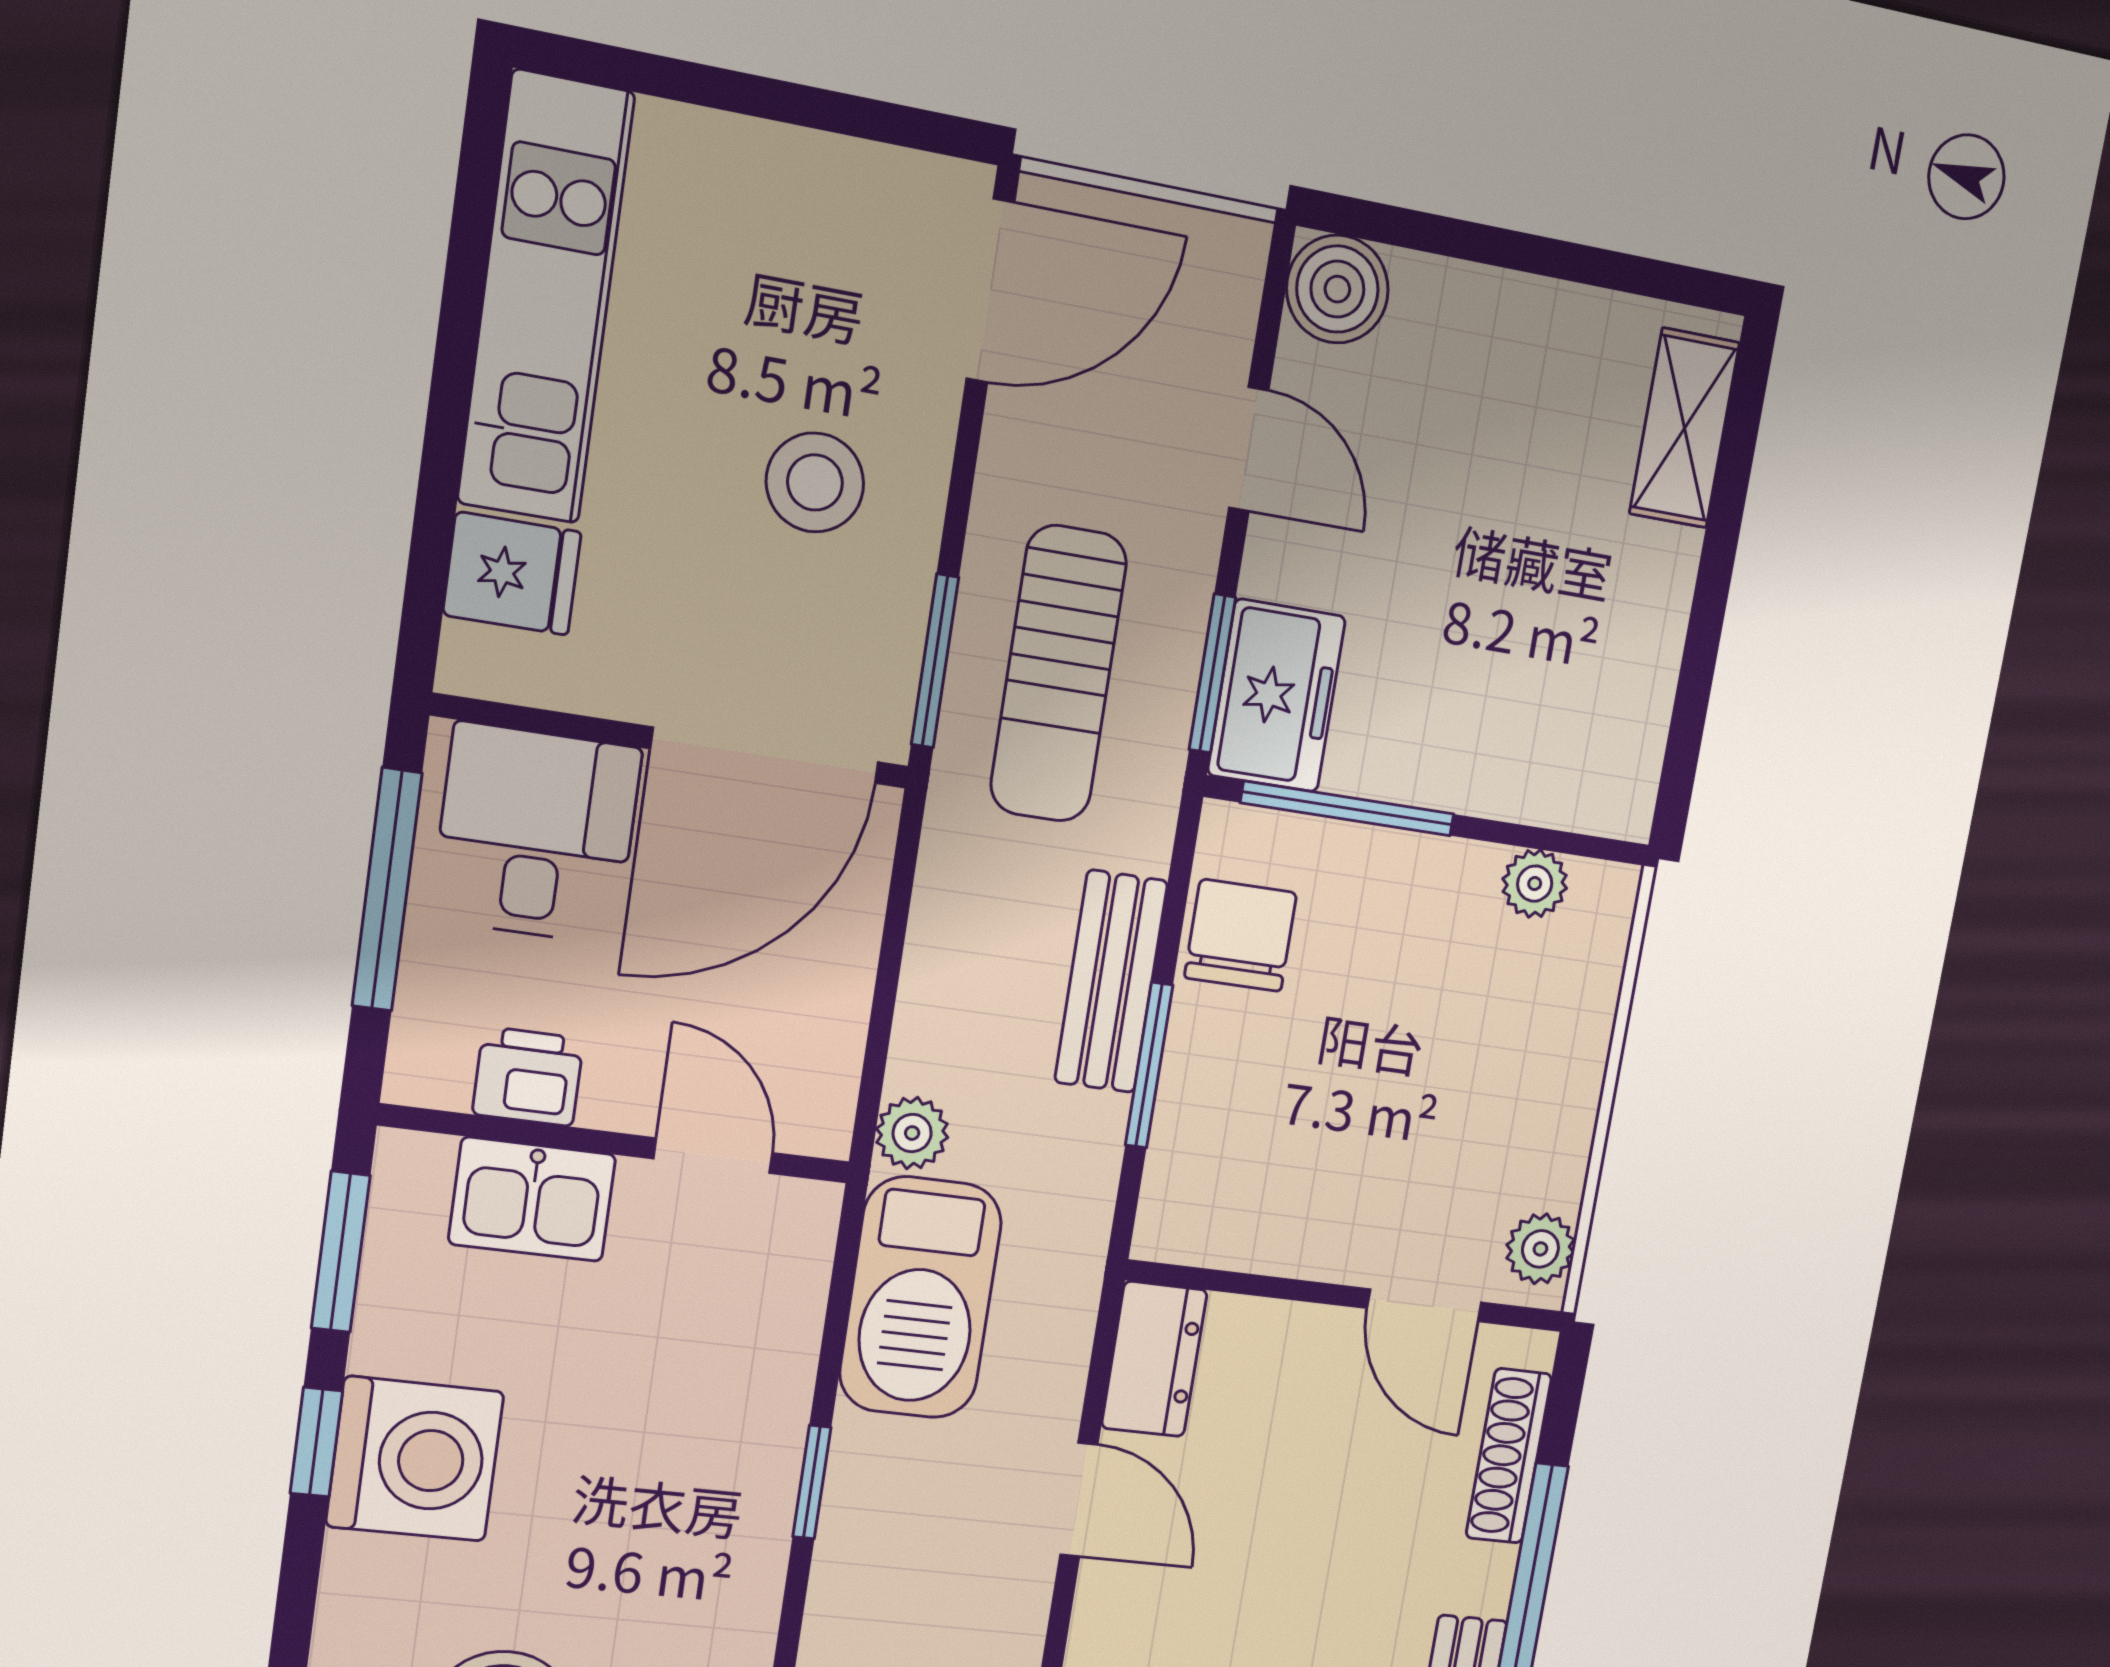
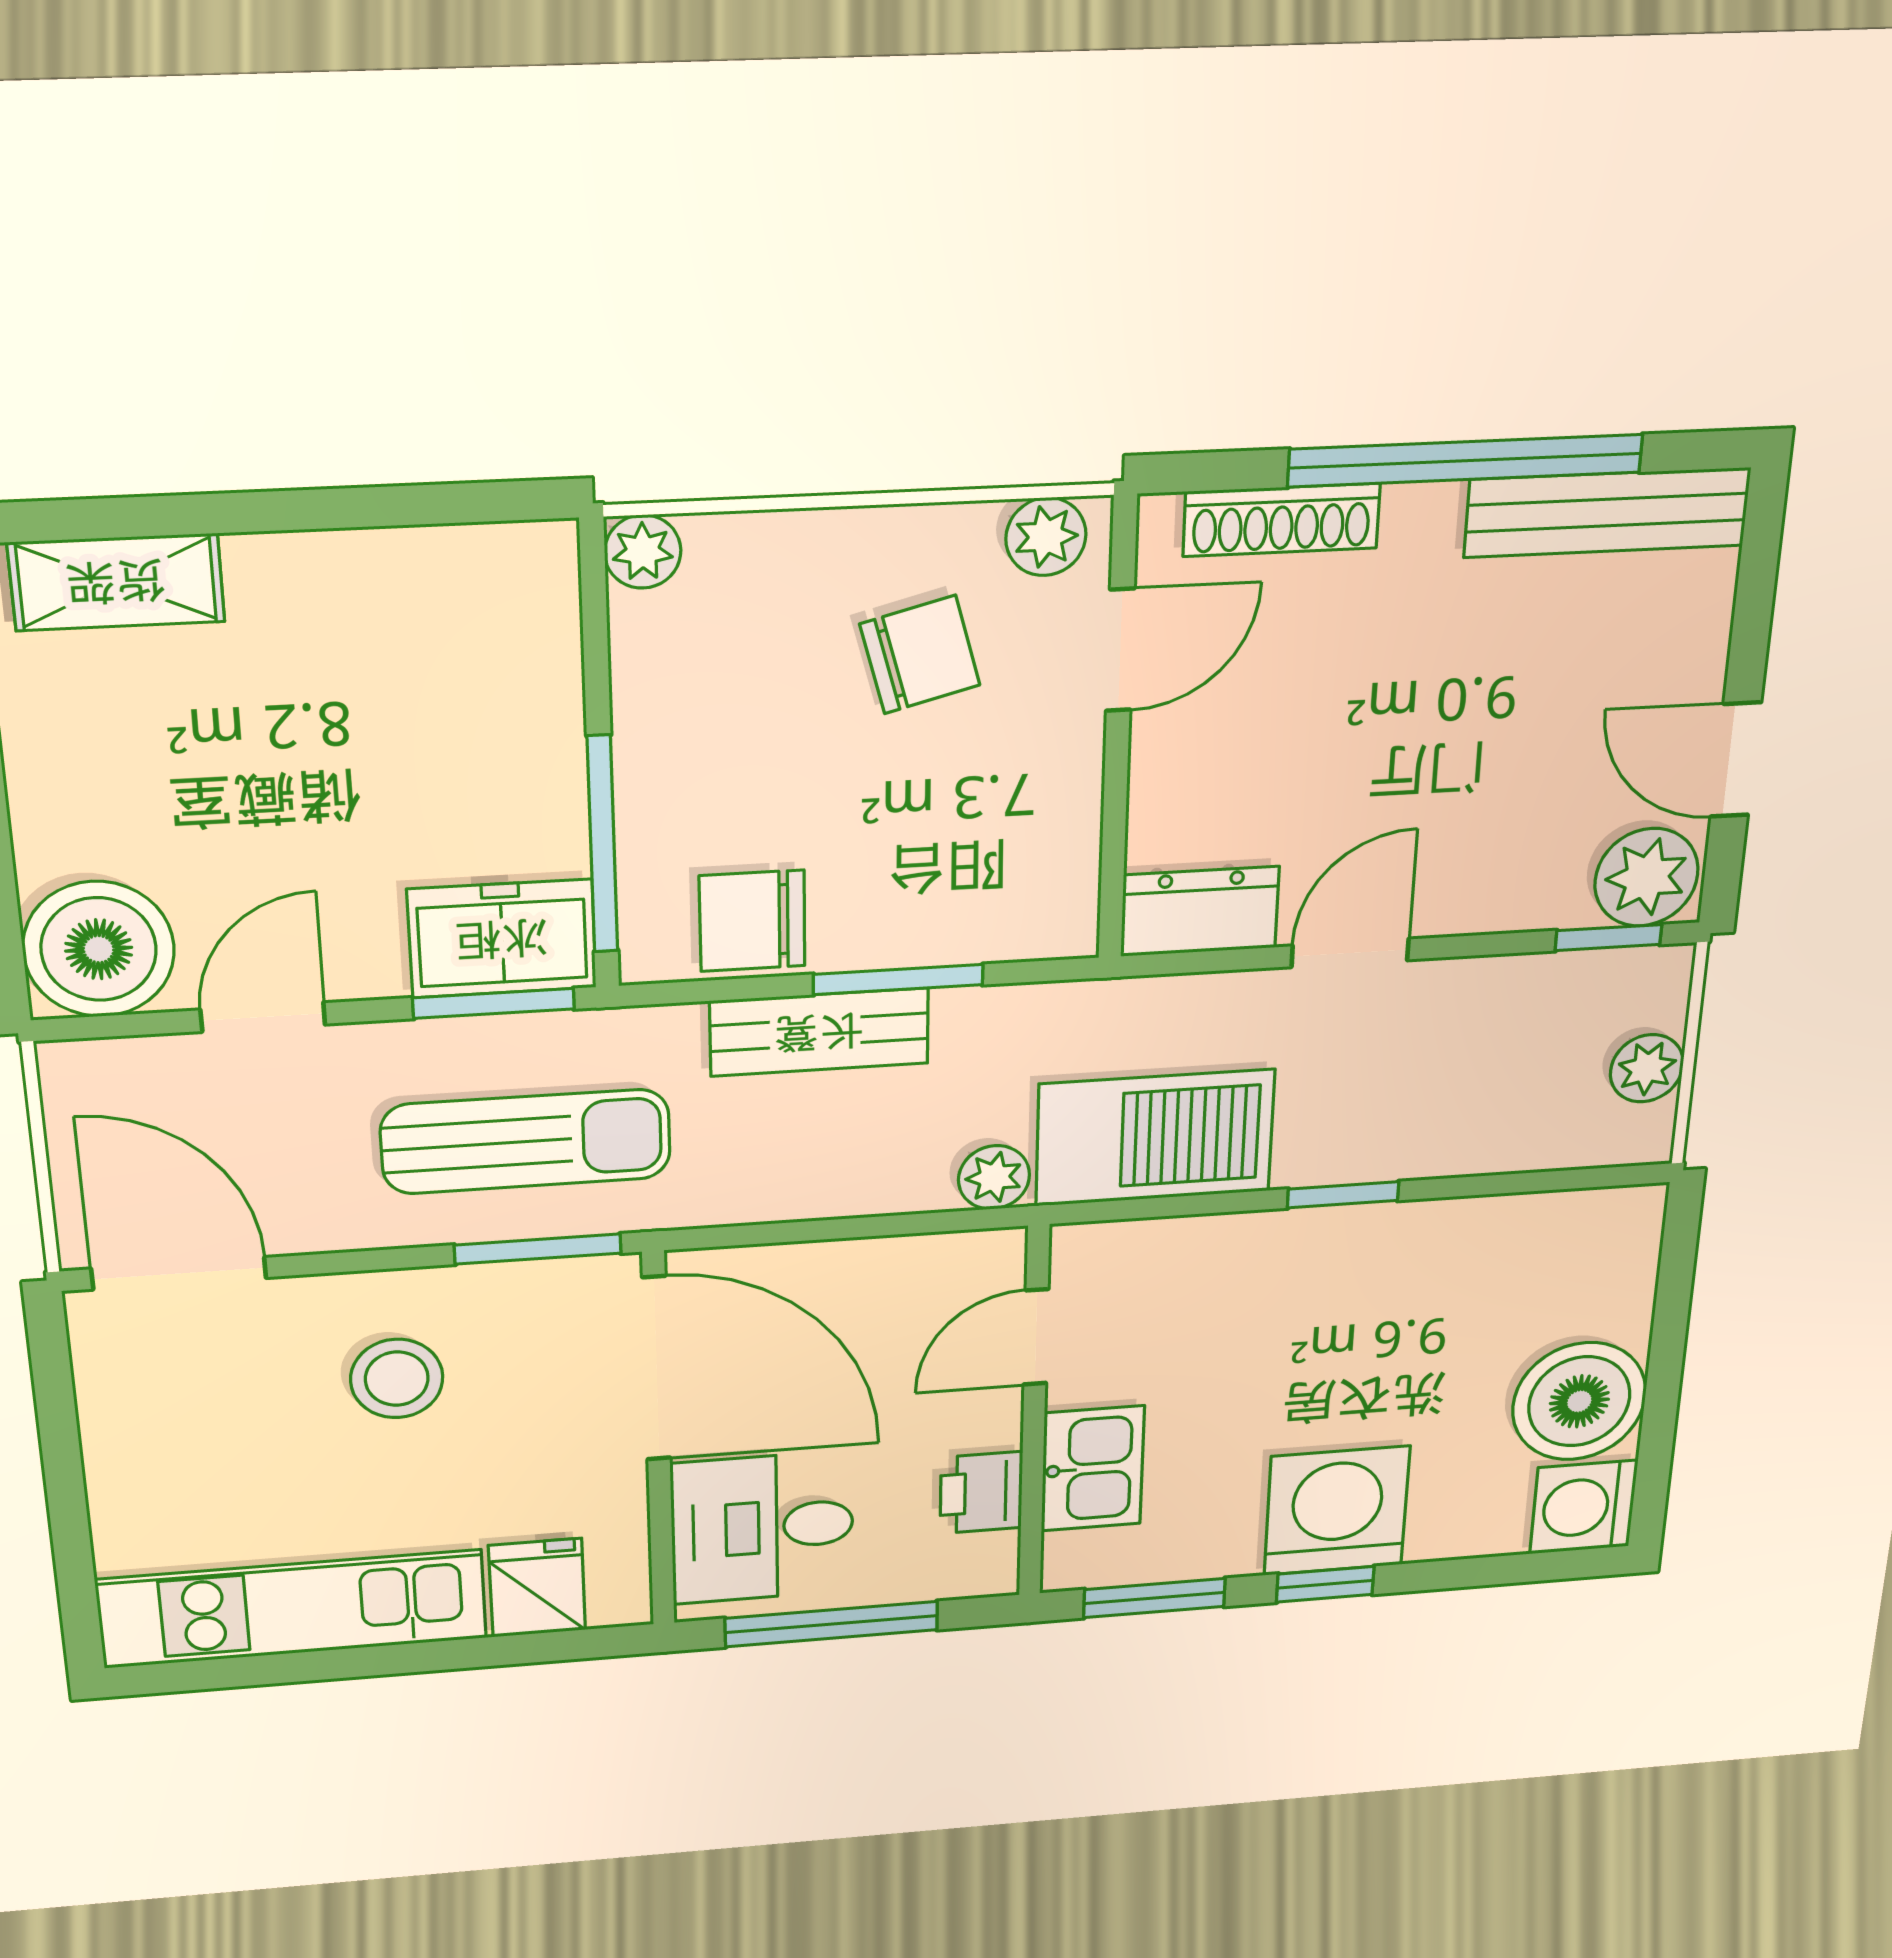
boiler: (1337, 289) -> (99, 949), width x1.37, depth x1.37
plant: (1535, 884) -> (643, 552), moved
chair: (1460, 1126) -> (920, 655), added

